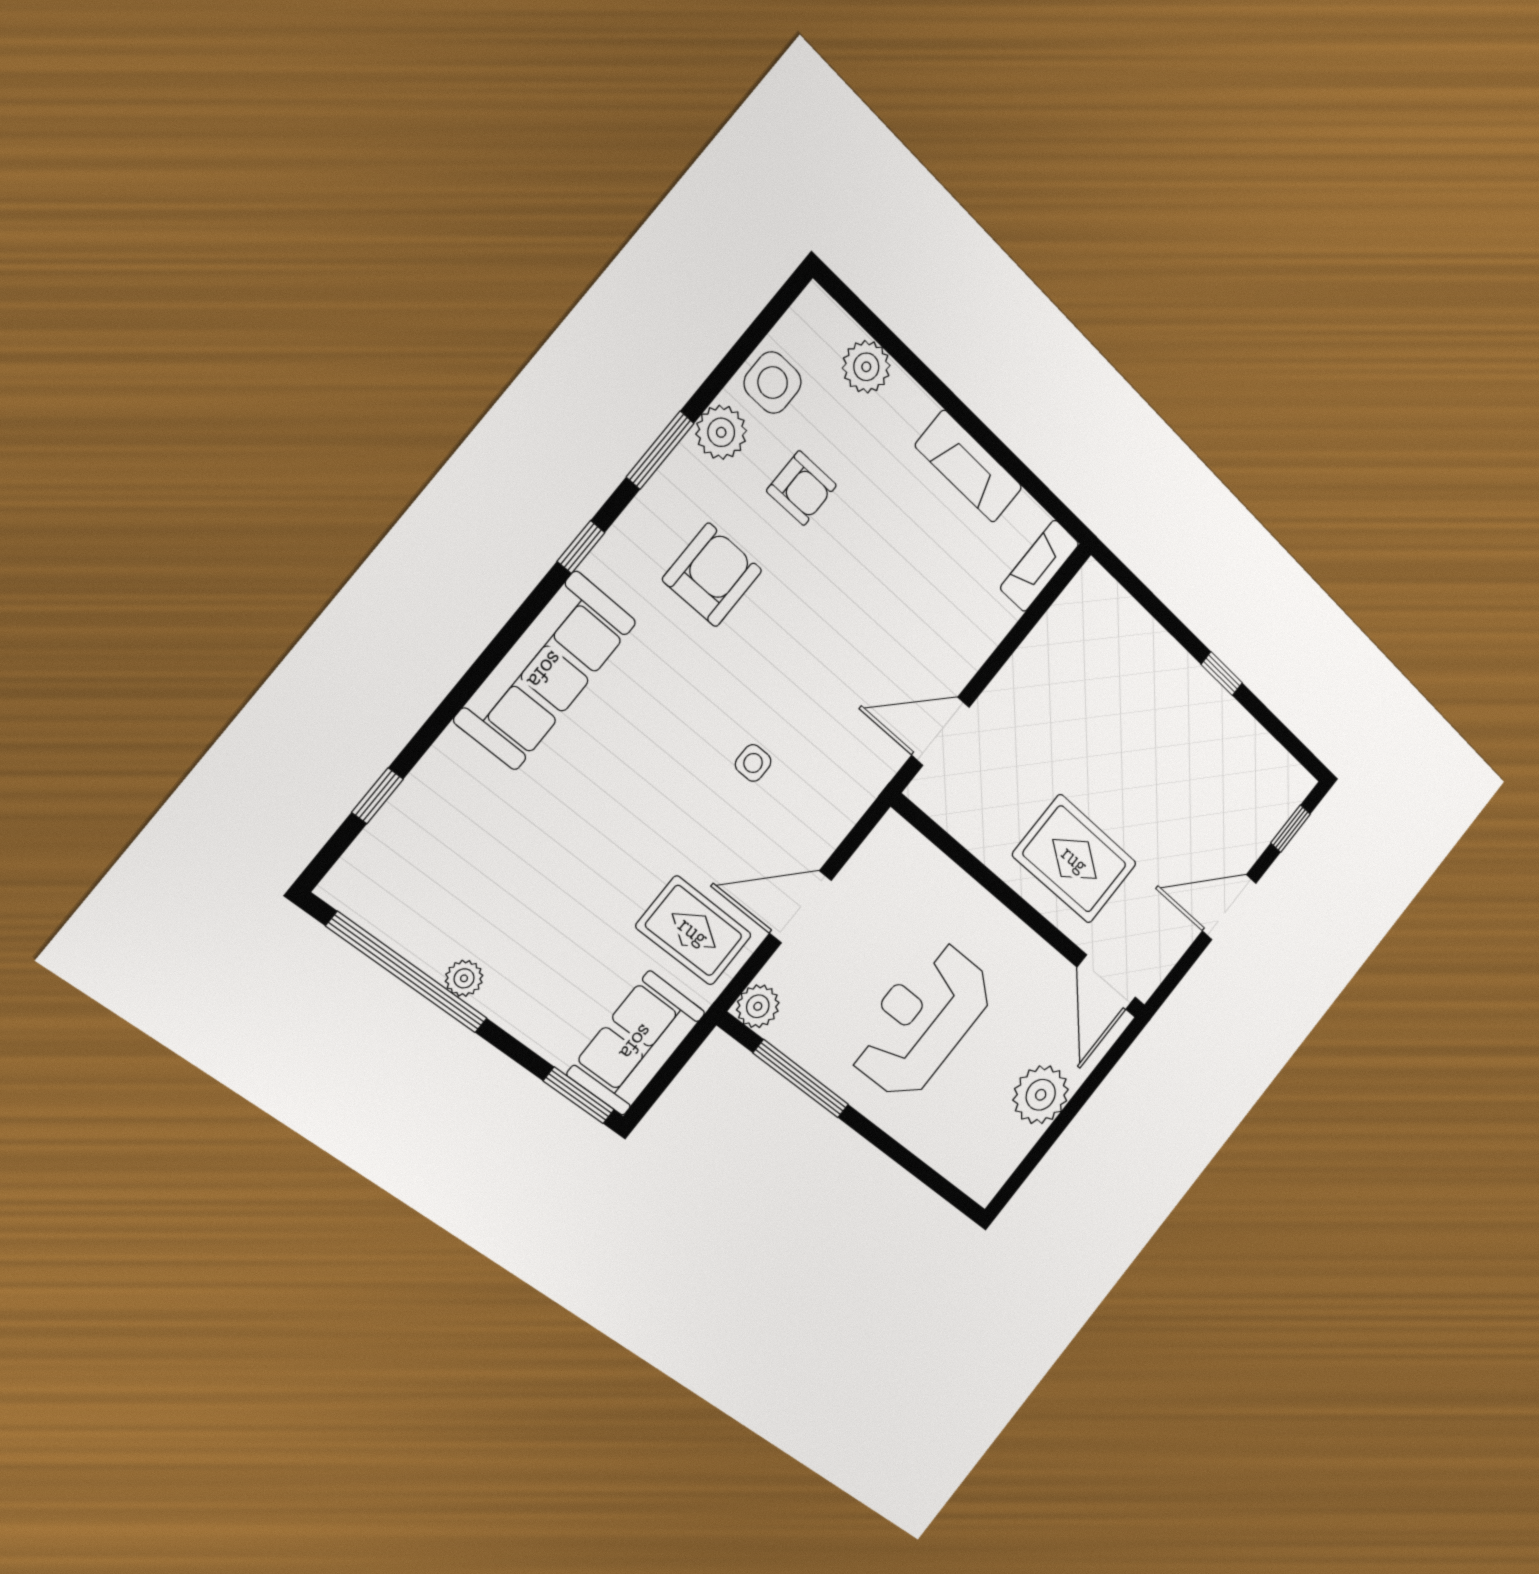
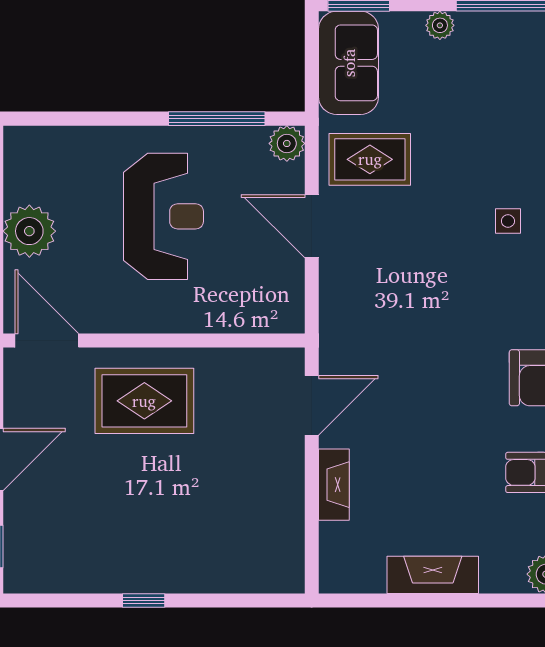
fireplace: (1040, 566) -> (334, 485), moved
side table: (753, 763) -> (508, 221), moved
door: (800, 907) -> (312, 226), swing flipped
plant: (464, 978) -> (440, 25), moved

